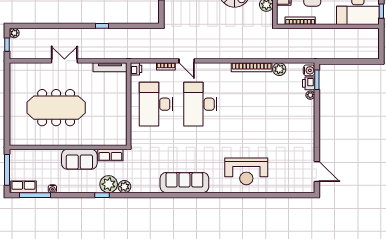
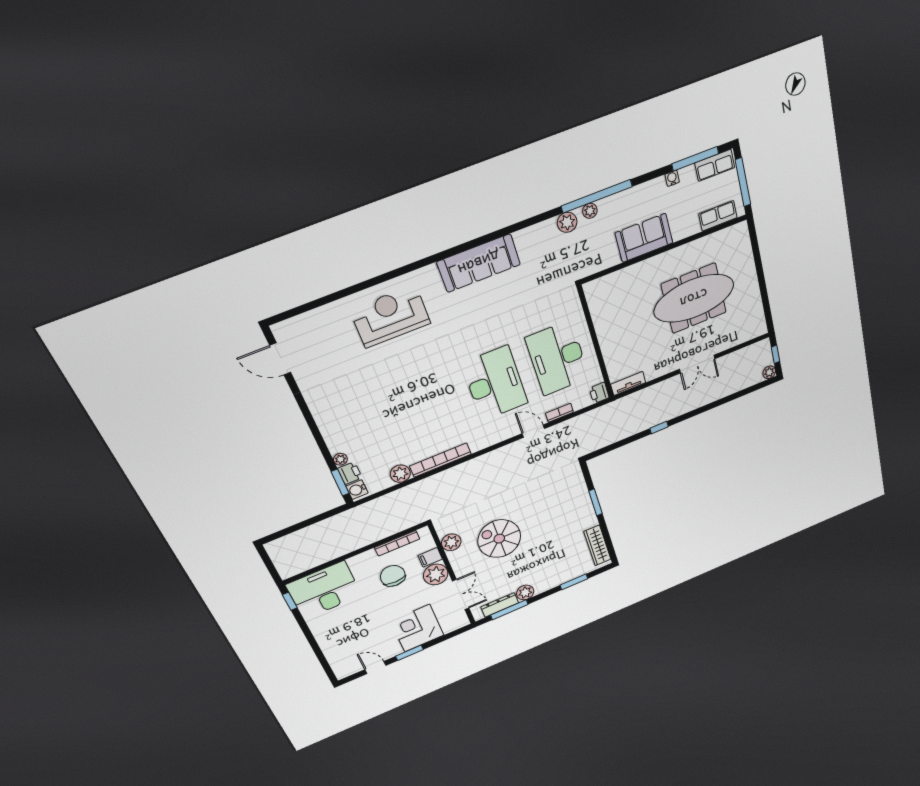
tv unit: (110, 67) -> (628, 383), width x0.71
desk: (156, 104) -> (558, 358), turned 180
row of seats: (110, 155) -> (718, 216), moved
plant: (109, 184) -> (590, 211), width x0.53, depth x0.53
window: (102, 195) -> (597, 196), width x3.17

